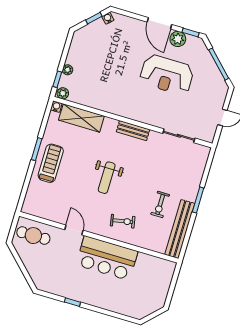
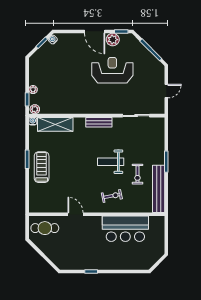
reception desk: (167, 75) -> (112, 70), turned 180
weight bench: (107, 178) -> (111, 162), moved, turned 90
bar counter: (107, 258) -> (125, 229), moved

